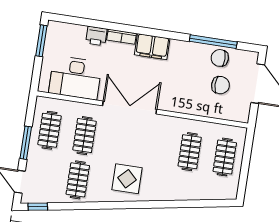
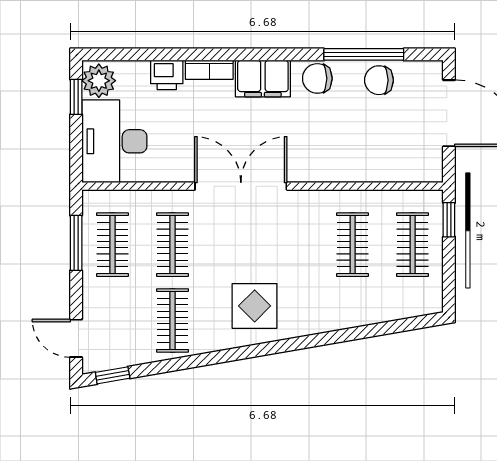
plant: (56, 33) -> (99, 81), added
window: (41, 41) -> (76, 97), width x0.67
desk: (75, 78) -> (114, 141), moved, turned 90
chair: (220, 85) -> (317, 78), moved, turned 180
window: (26, 143) -> (76, 243), moved
window: (248, 146) -> (449, 220), added

